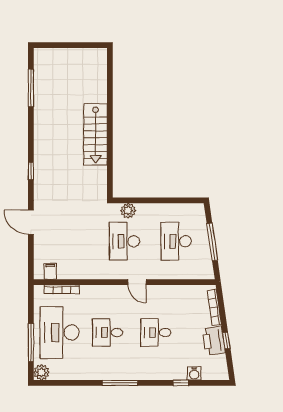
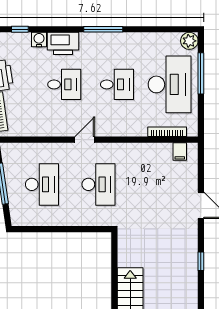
plant: (128, 211) -> (94, 218), removed
door: (137, 282) -> (85, 140), hinge flipped
printer: (157, 370) -> (63, 43), added
water cooler: (194, 374) -> (39, 40), moved
window: (181, 383) -> (20, 29), moved

